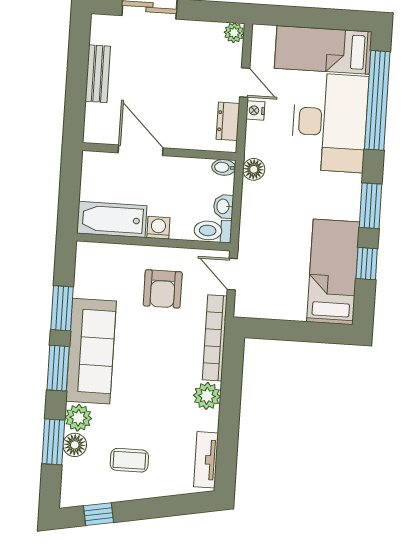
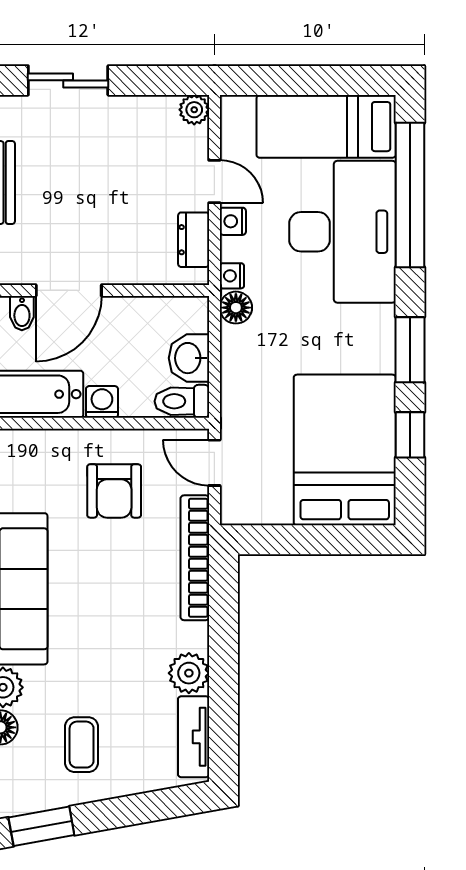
nightstand: (252, 148) -> (232, 276), added
door: (141, 150) -> (69, 290), swing flipped
bidet: (224, 167) -> (22, 313), moved, turned -90
washbasin: (223, 206) -> (189, 358), width x1.38, depth x1.45
bed: (333, 272) -> (345, 450), width x1.50
plant: (207, 396) -> (189, 673), moved
coffee table: (129, 460) -> (82, 745), turned 90
window: (98, 514) -> (41, 826), width x1.50

